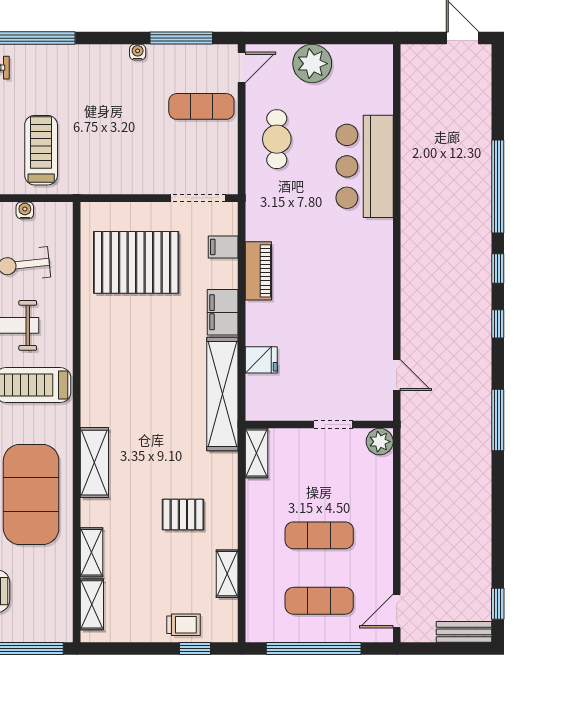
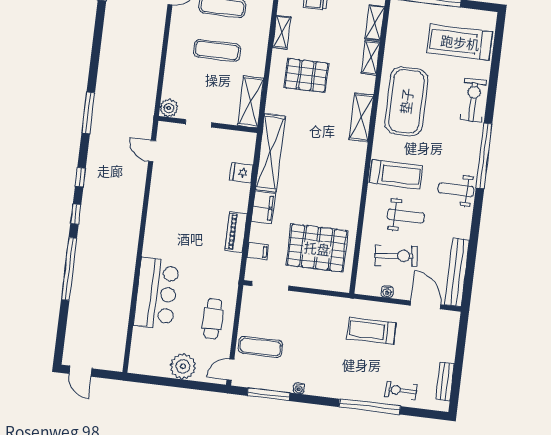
treadmill: (41, 150) -> (371, 331), turned 90
shelving: (257, 453) -> (251, 102), width x1.50, depth x1.33
pallet: (183, 515) -> (306, 75), width x1.50, depth x1.42

